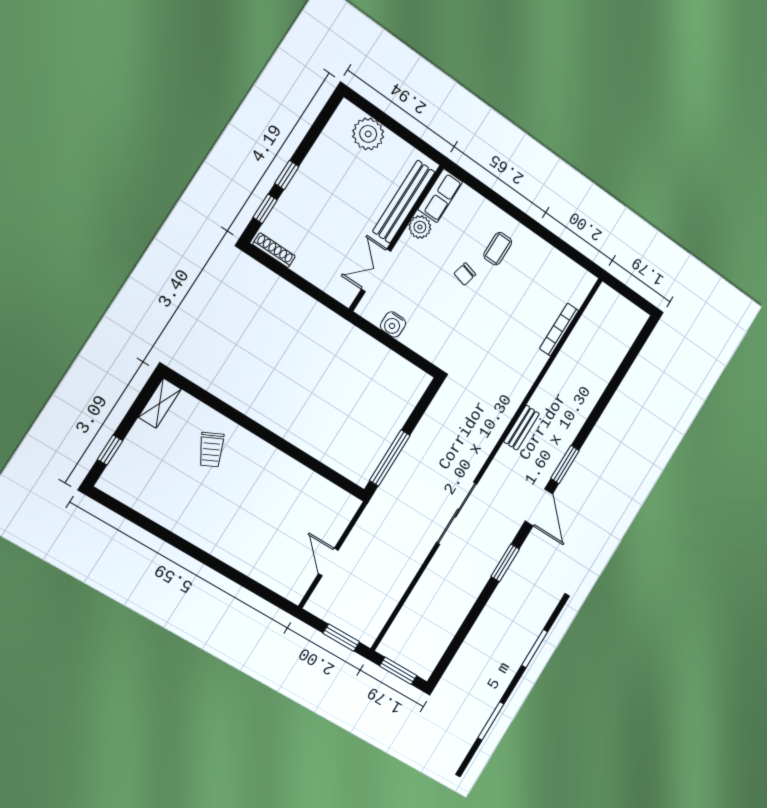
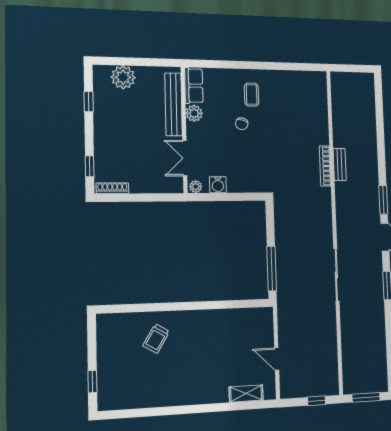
window: (287, 175) -> (89, 102), moved
plant: (367, 310) -> (196, 187), added
bookcase: (559, 330) -> (325, 166), moved
shelving: (160, 403) -> (246, 393), moved, turned 90
bench: (522, 428) -> (340, 164), moved
trolley: (211, 450) -> (156, 338), turned 57
window: (341, 638) -> (316, 401), width x0.67

